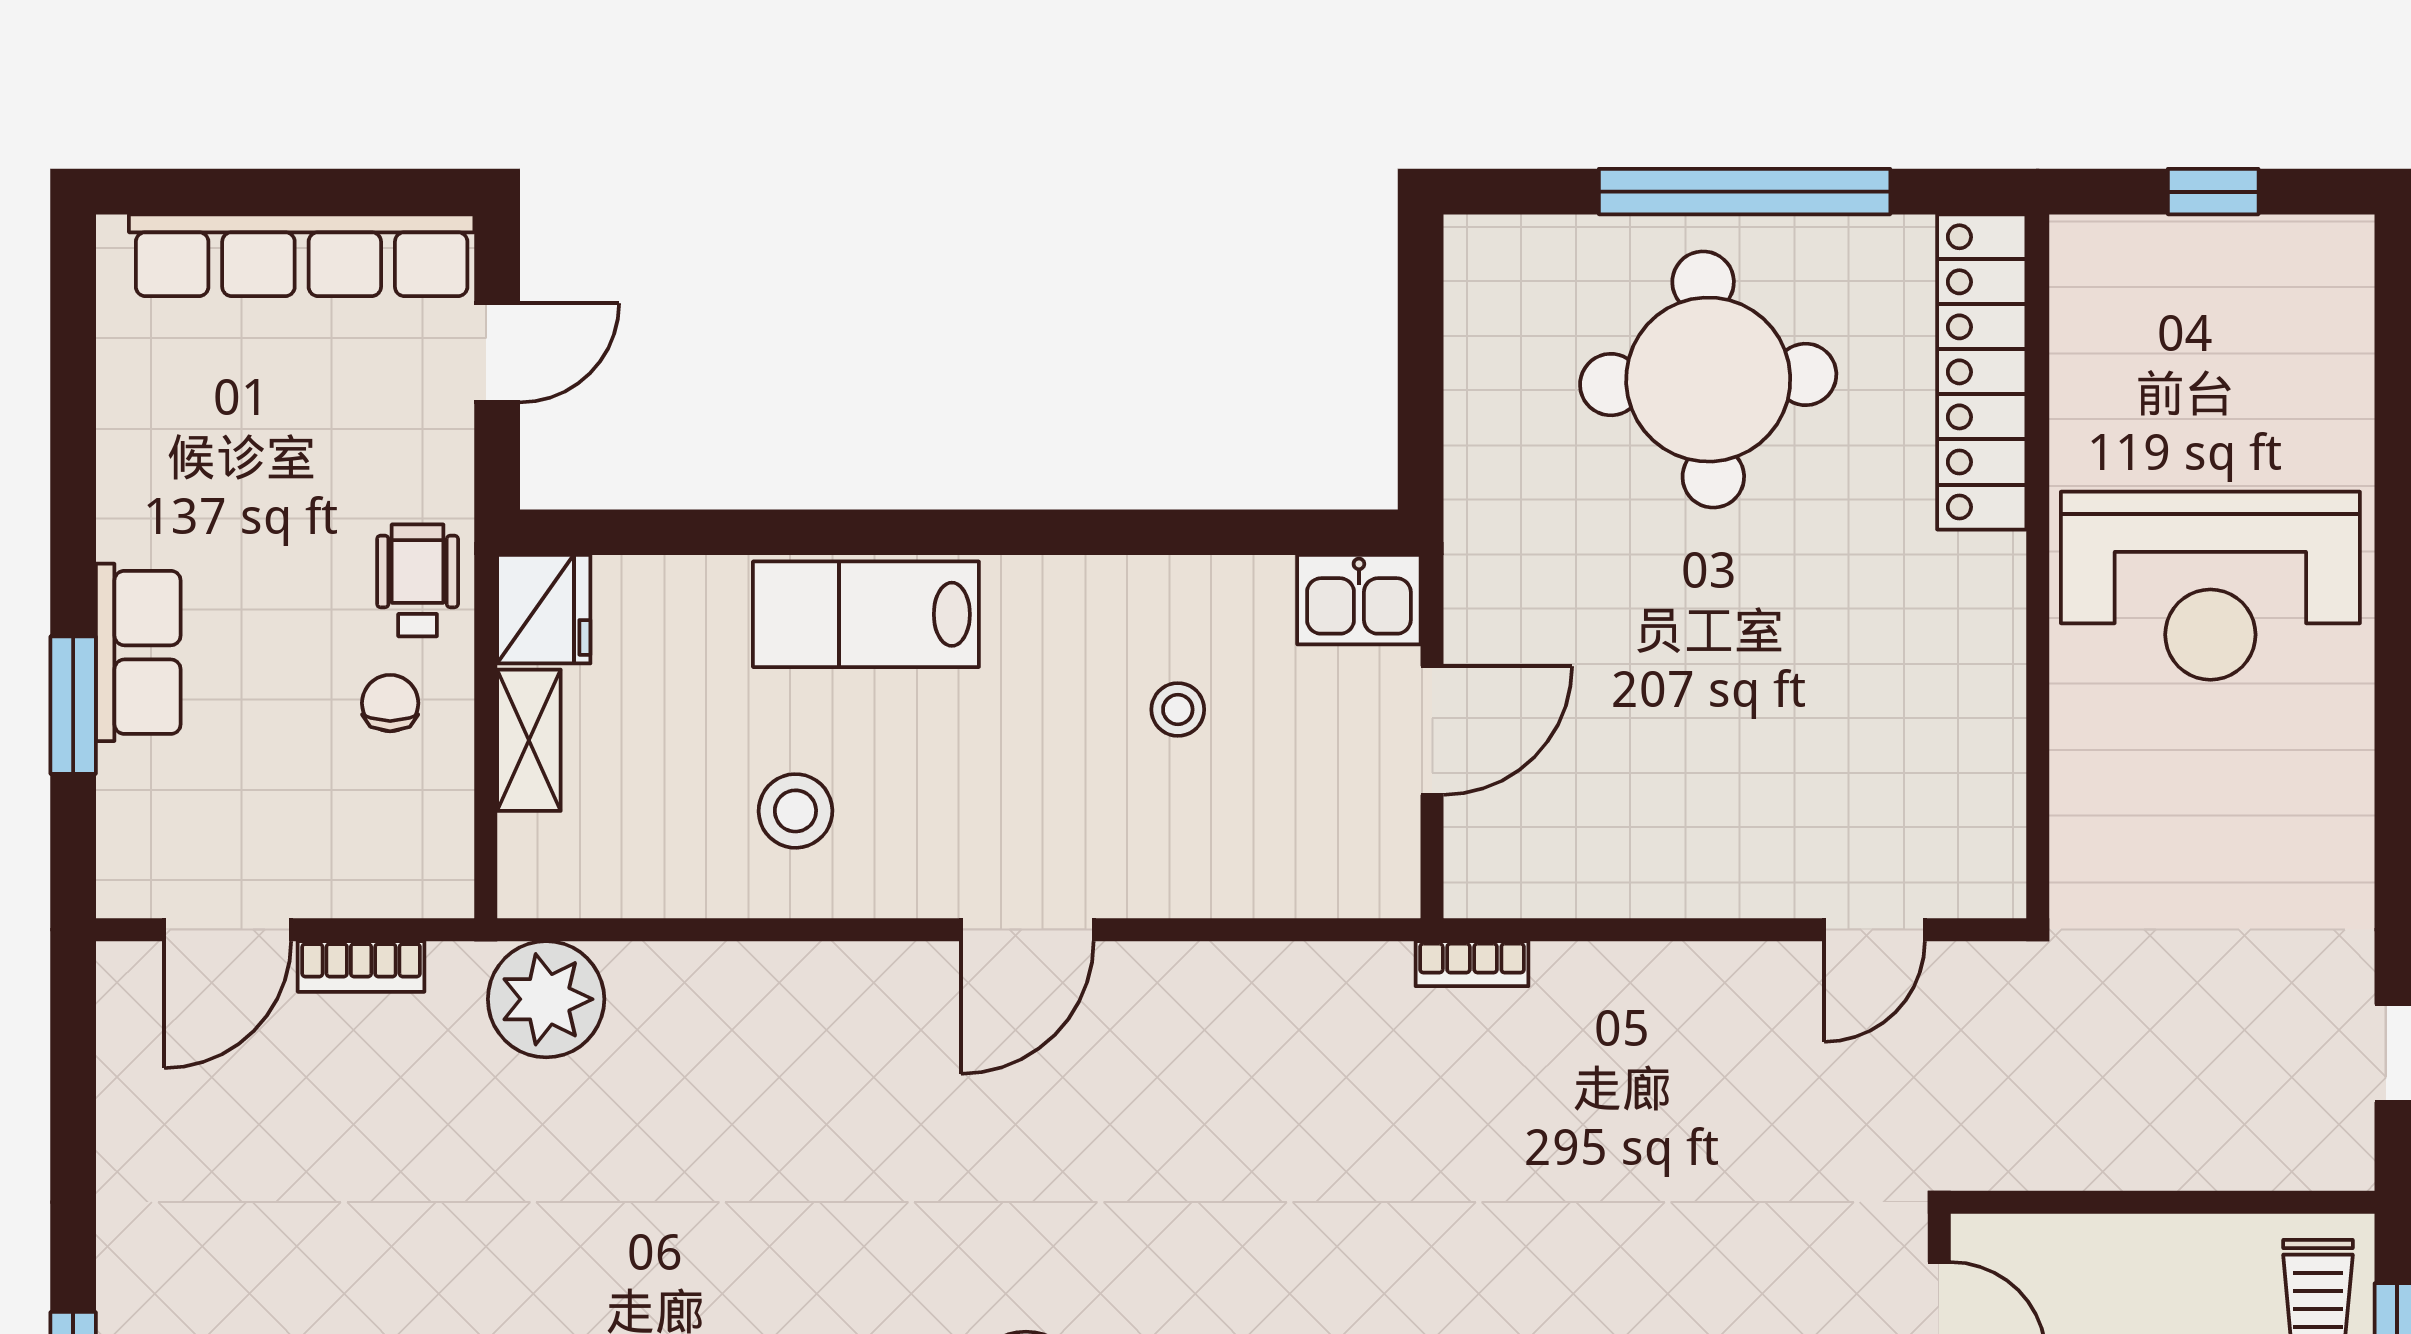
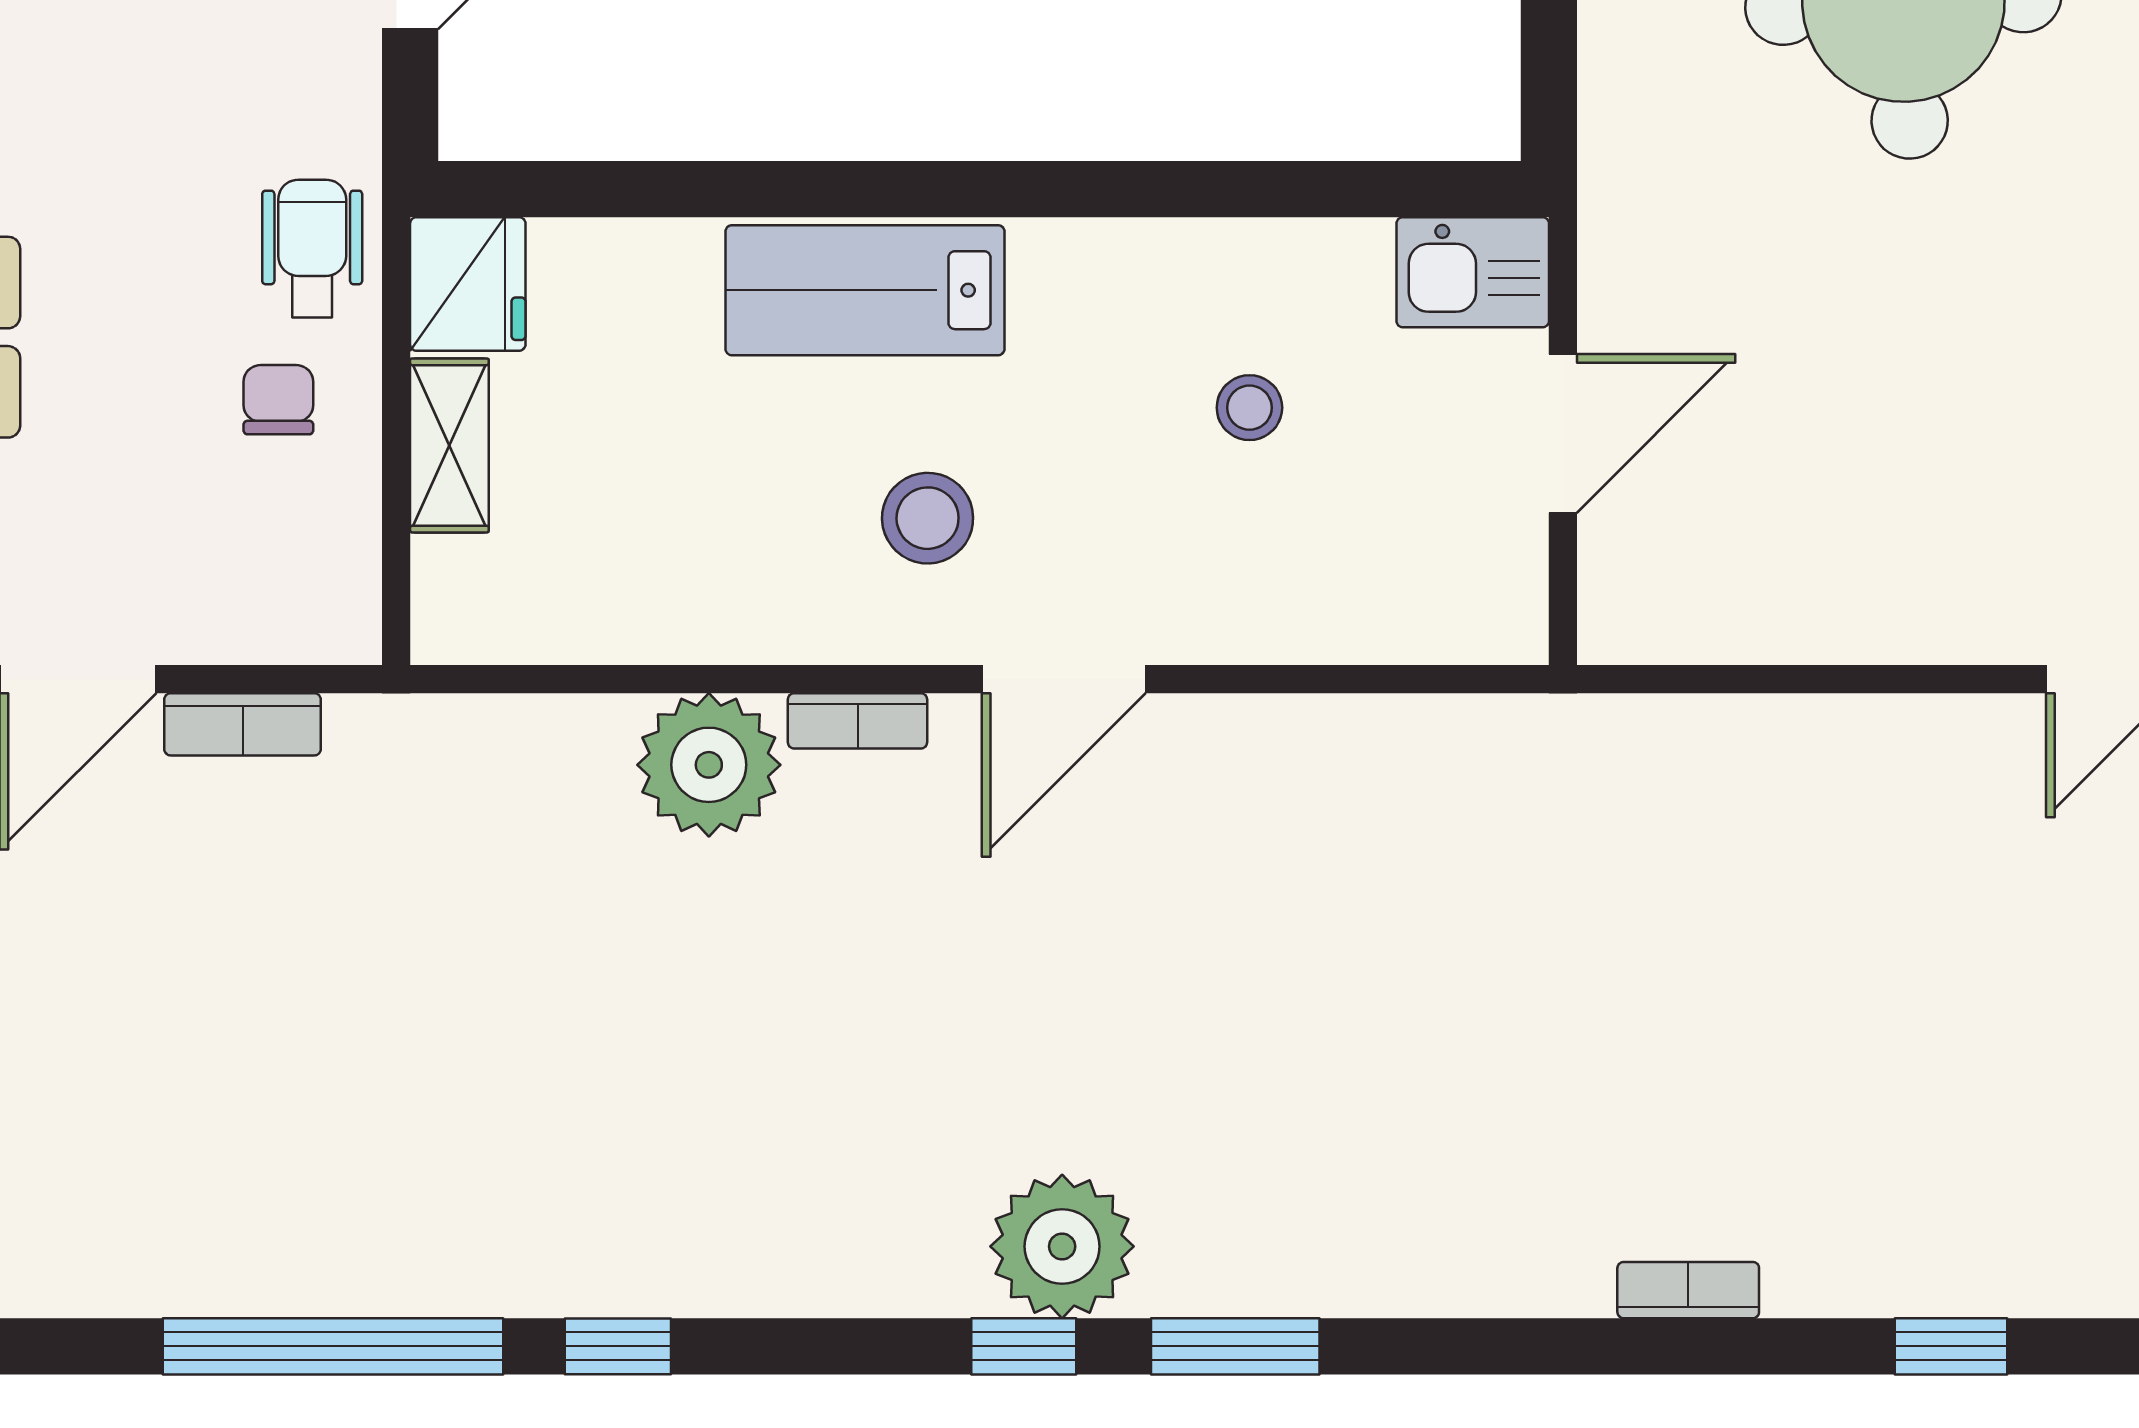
stool: (795, 811) -> (928, 518), moved
bookcase: (1472, 964) -> (858, 721), moved
plant: (546, 999) -> (709, 765), moved

